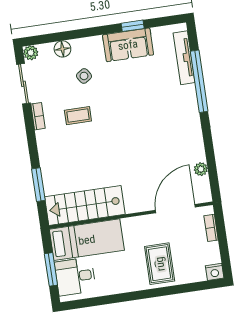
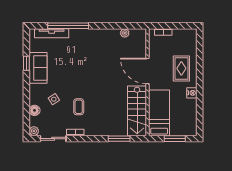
door: (175, 209) -> (148, 71), moved
rug: (160, 264) -> (181, 68), turned 90
nightstand: (215, 272) -> (192, 93), moved
desk: (75, 276) -> (182, 124), removed

